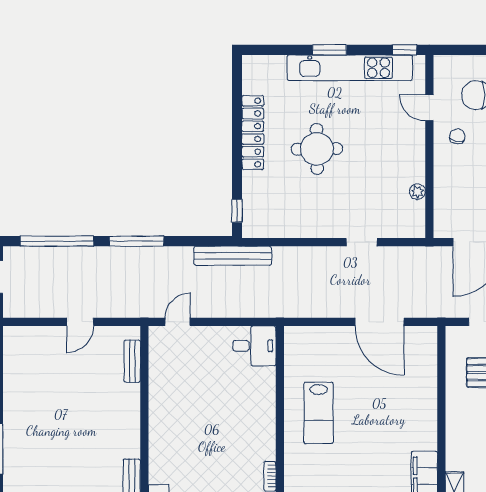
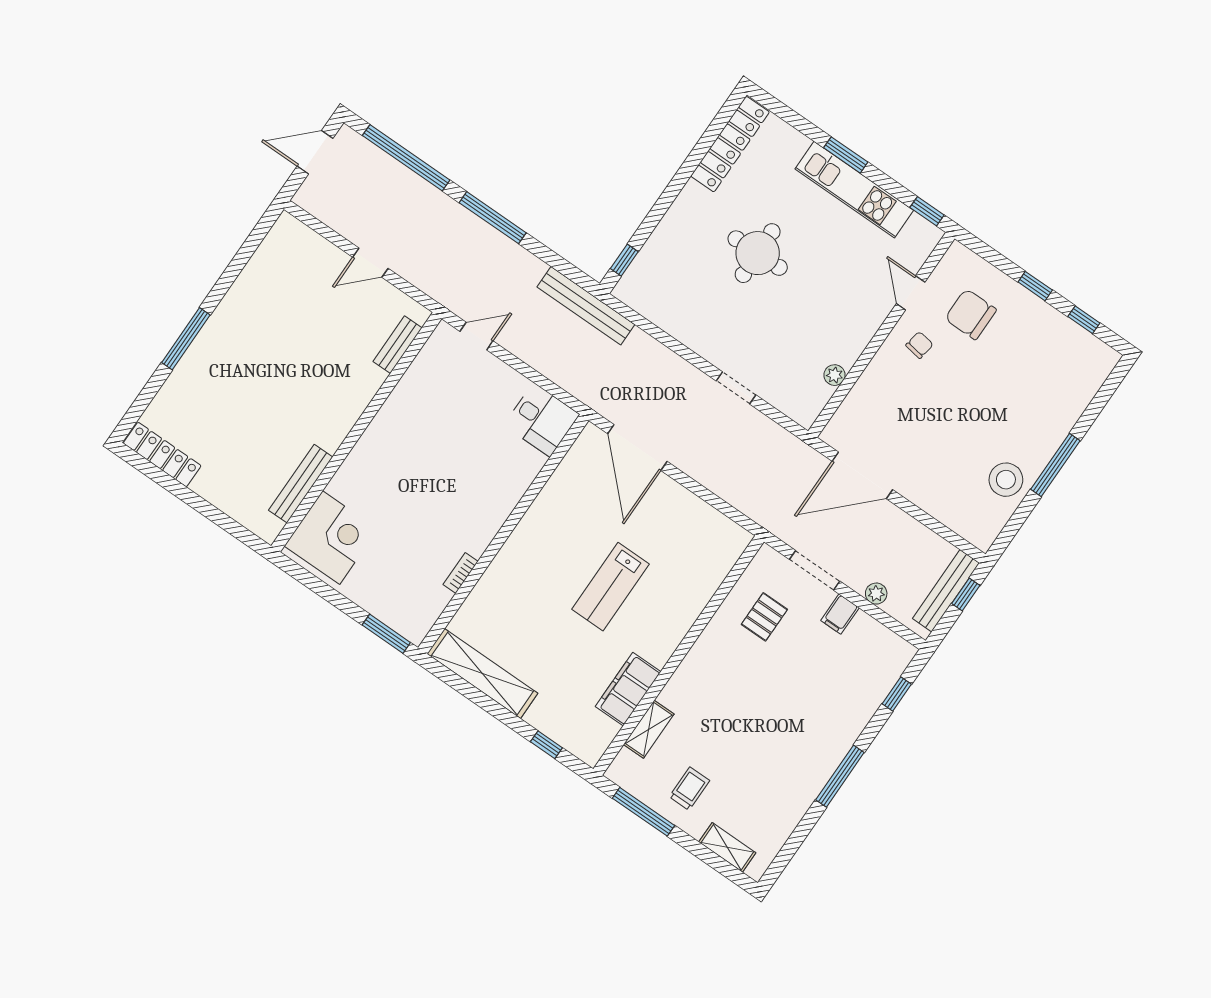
kitchen unit: (350, 68) -> (854, 190), width x0.73
locker: (253, 133) -> (730, 144), moved
door: (379, 322) -> (637, 448), moved
lab bench: (319, 413) -> (611, 587), moved

